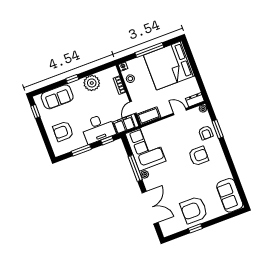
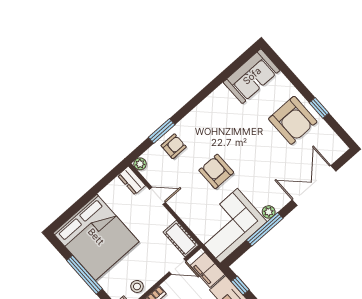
door: (180, 112) -> (157, 196), swing flipped
armchair: (199, 156) -> (216, 171), moved

